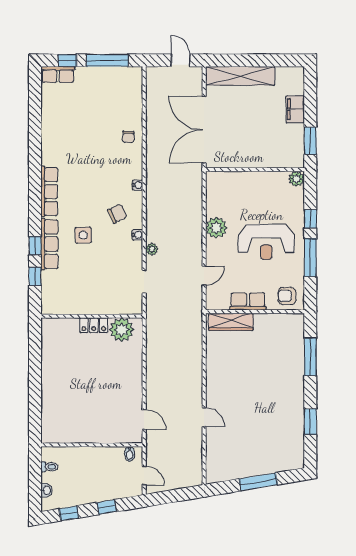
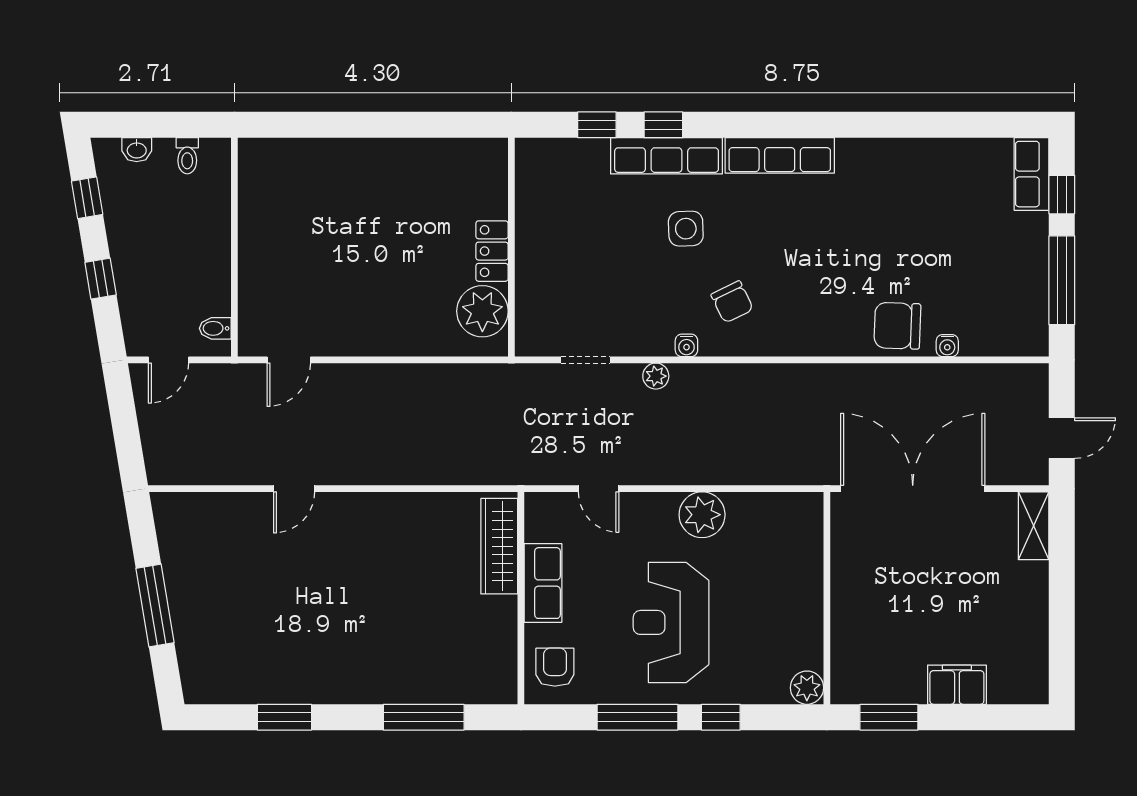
shelving: (240, 76) -> (1034, 526), width x0.45, depth x0.75
chair: (128, 137) -> (897, 326), width x1.87, depth x1.87
water cooler: (138, 185) -> (947, 346), moved

